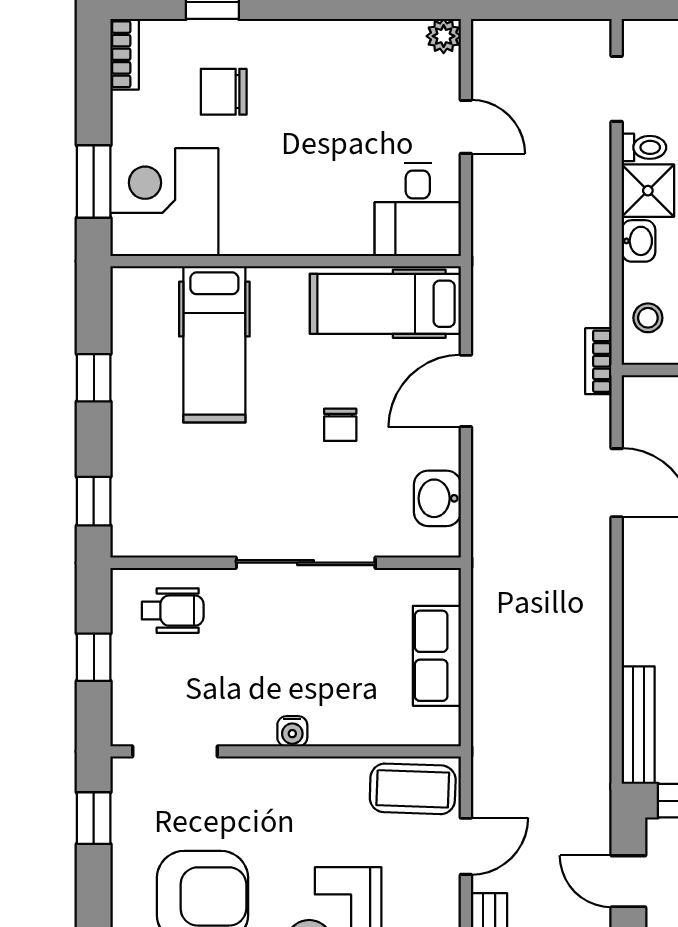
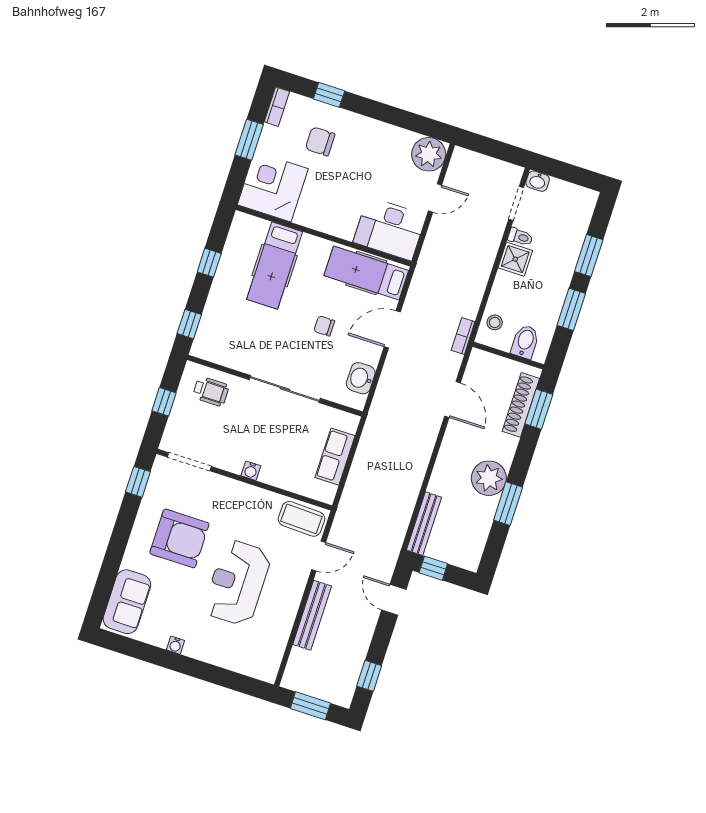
plant: (444, 36) -> (429, 154), width x1.87, depth x1.87
door: (466, 127) -> (435, 198), hinge flipped
window: (94, 182) -> (249, 140), moved
desk: (418, 210) -> (390, 229), width x1.37
washbasin: (638, 241) -> (538, 181), moved, turned 90
chair: (340, 425) -> (324, 326), turned 90

